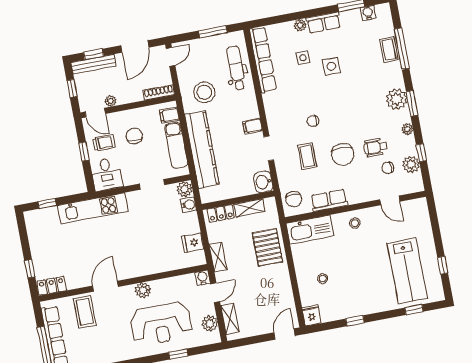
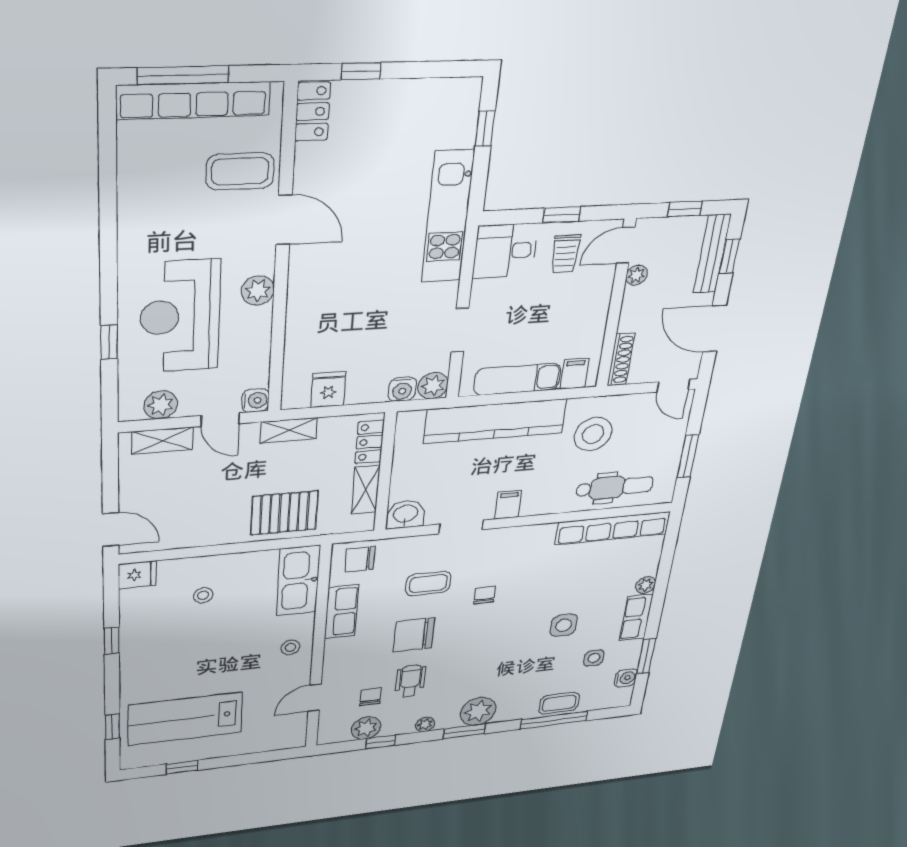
side table: (303, 58) -> (594, 658), moved
chair: (134, 136) -> (559, 309), removed

